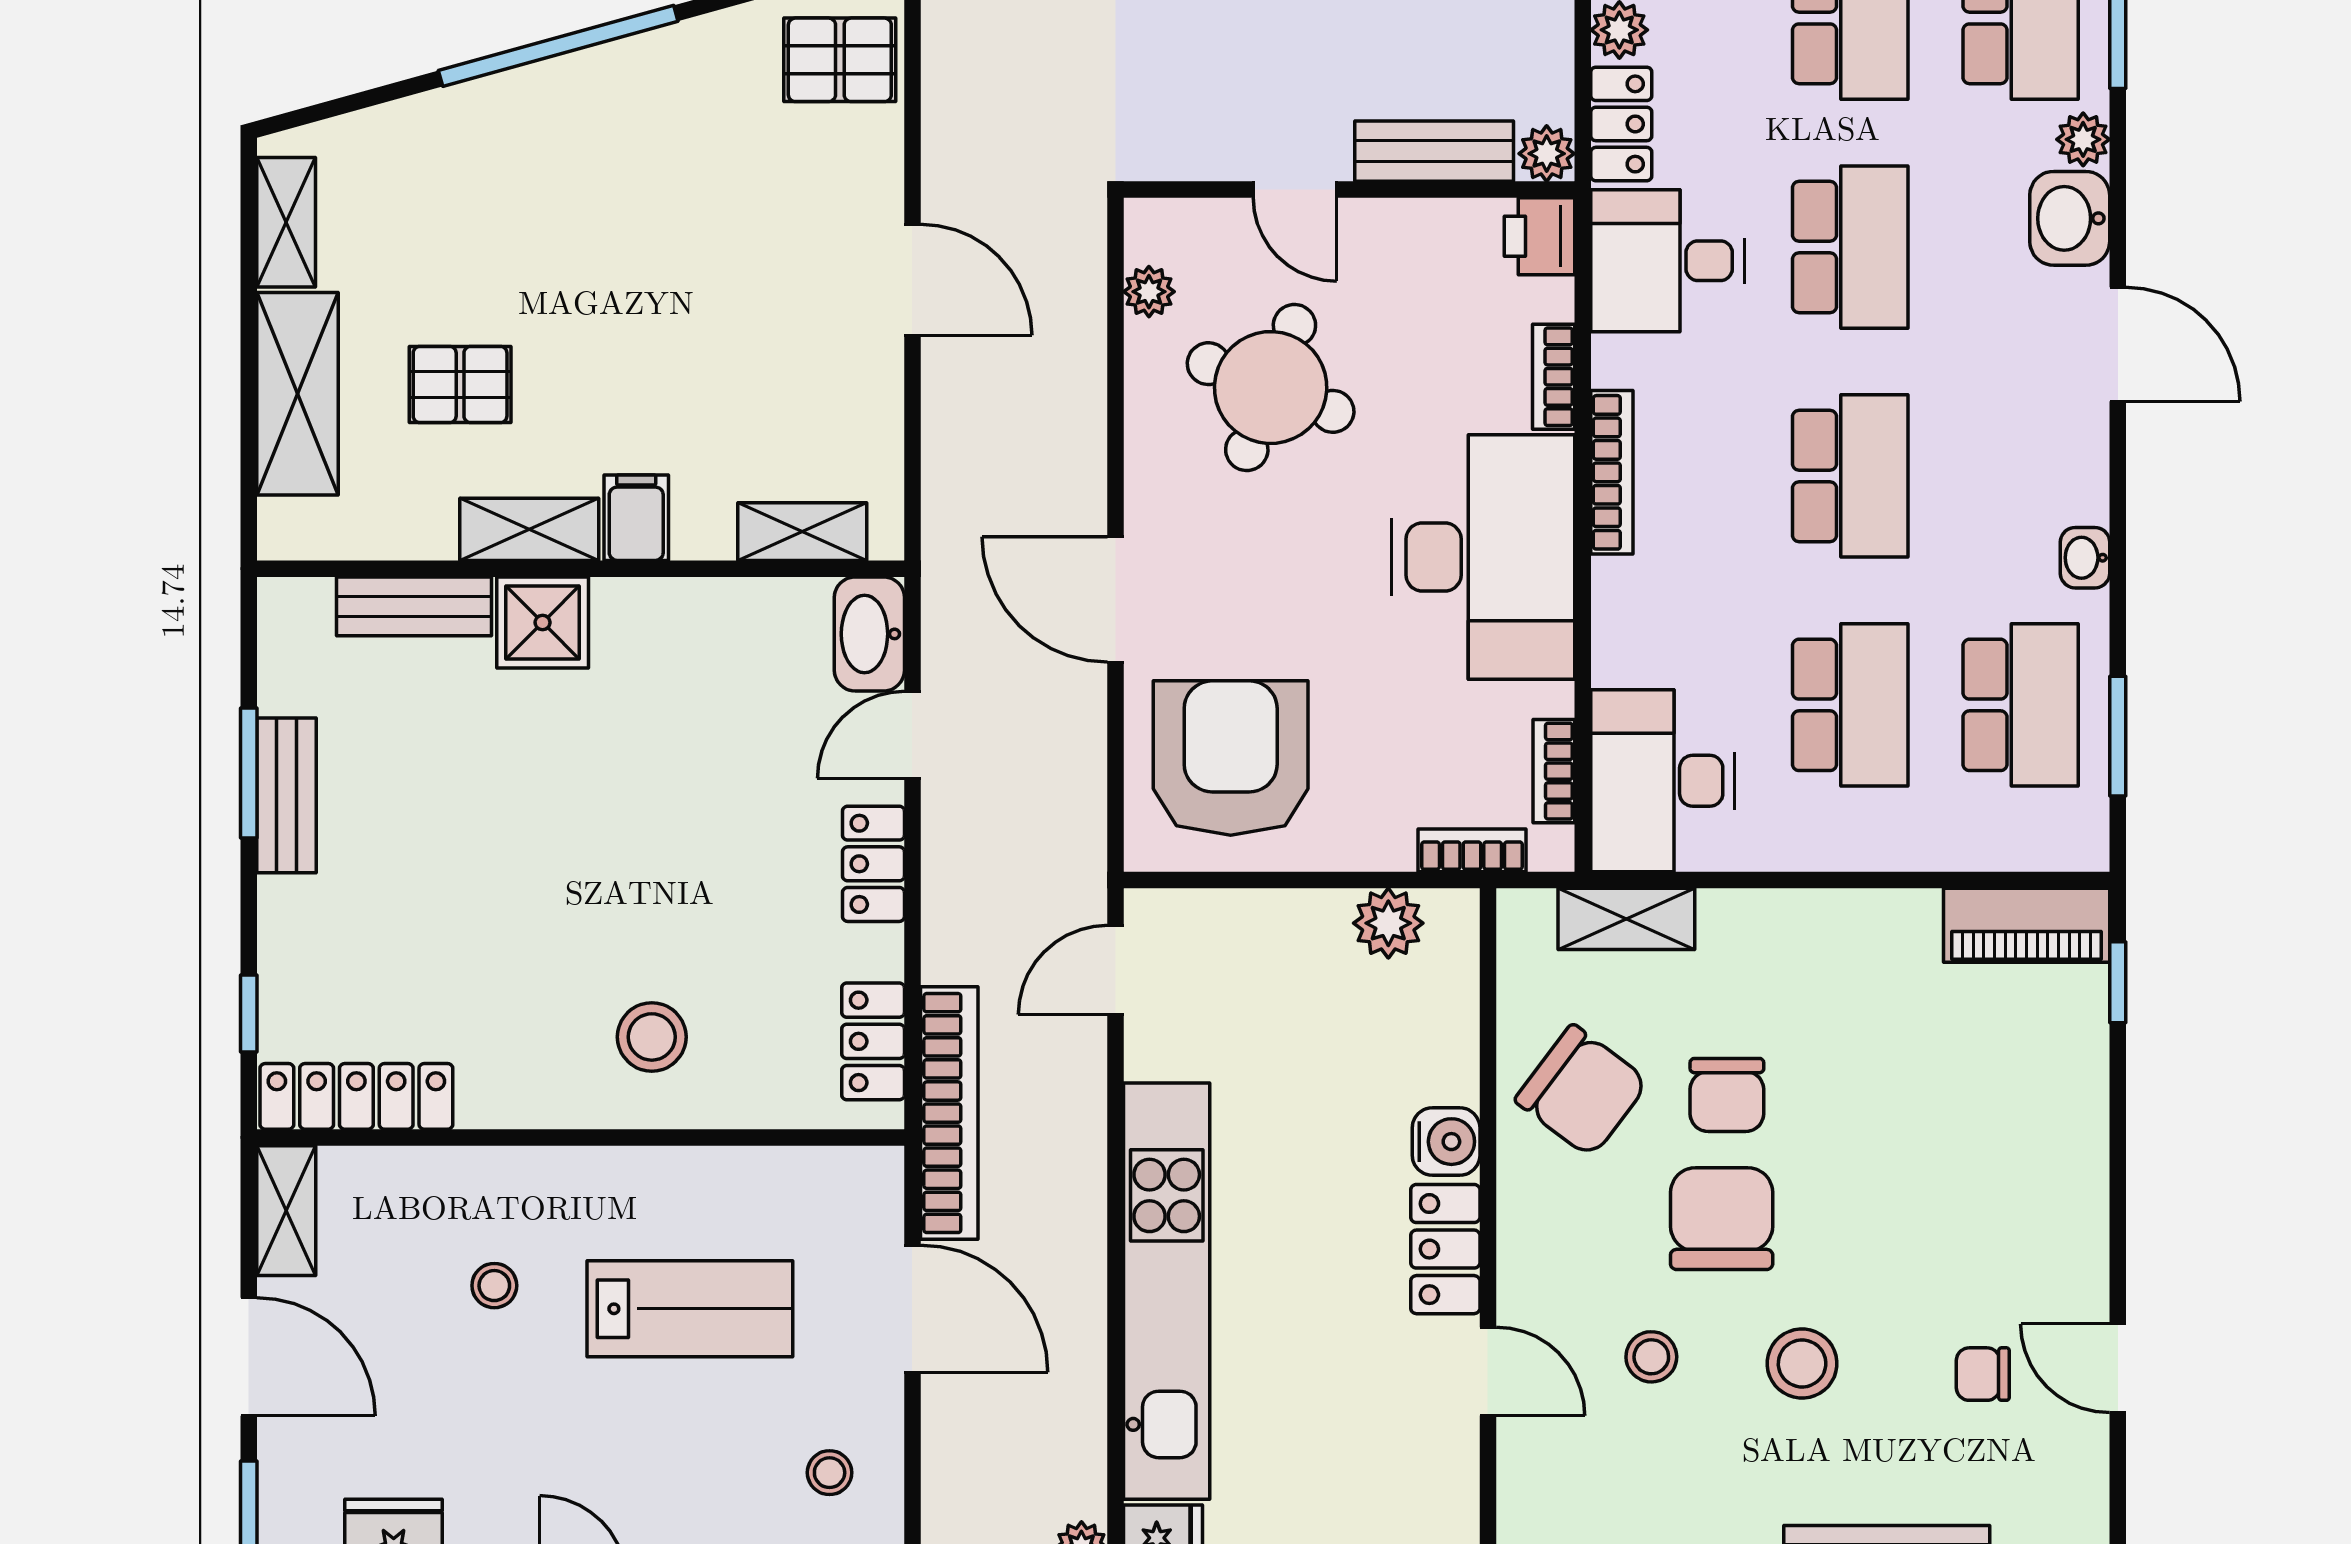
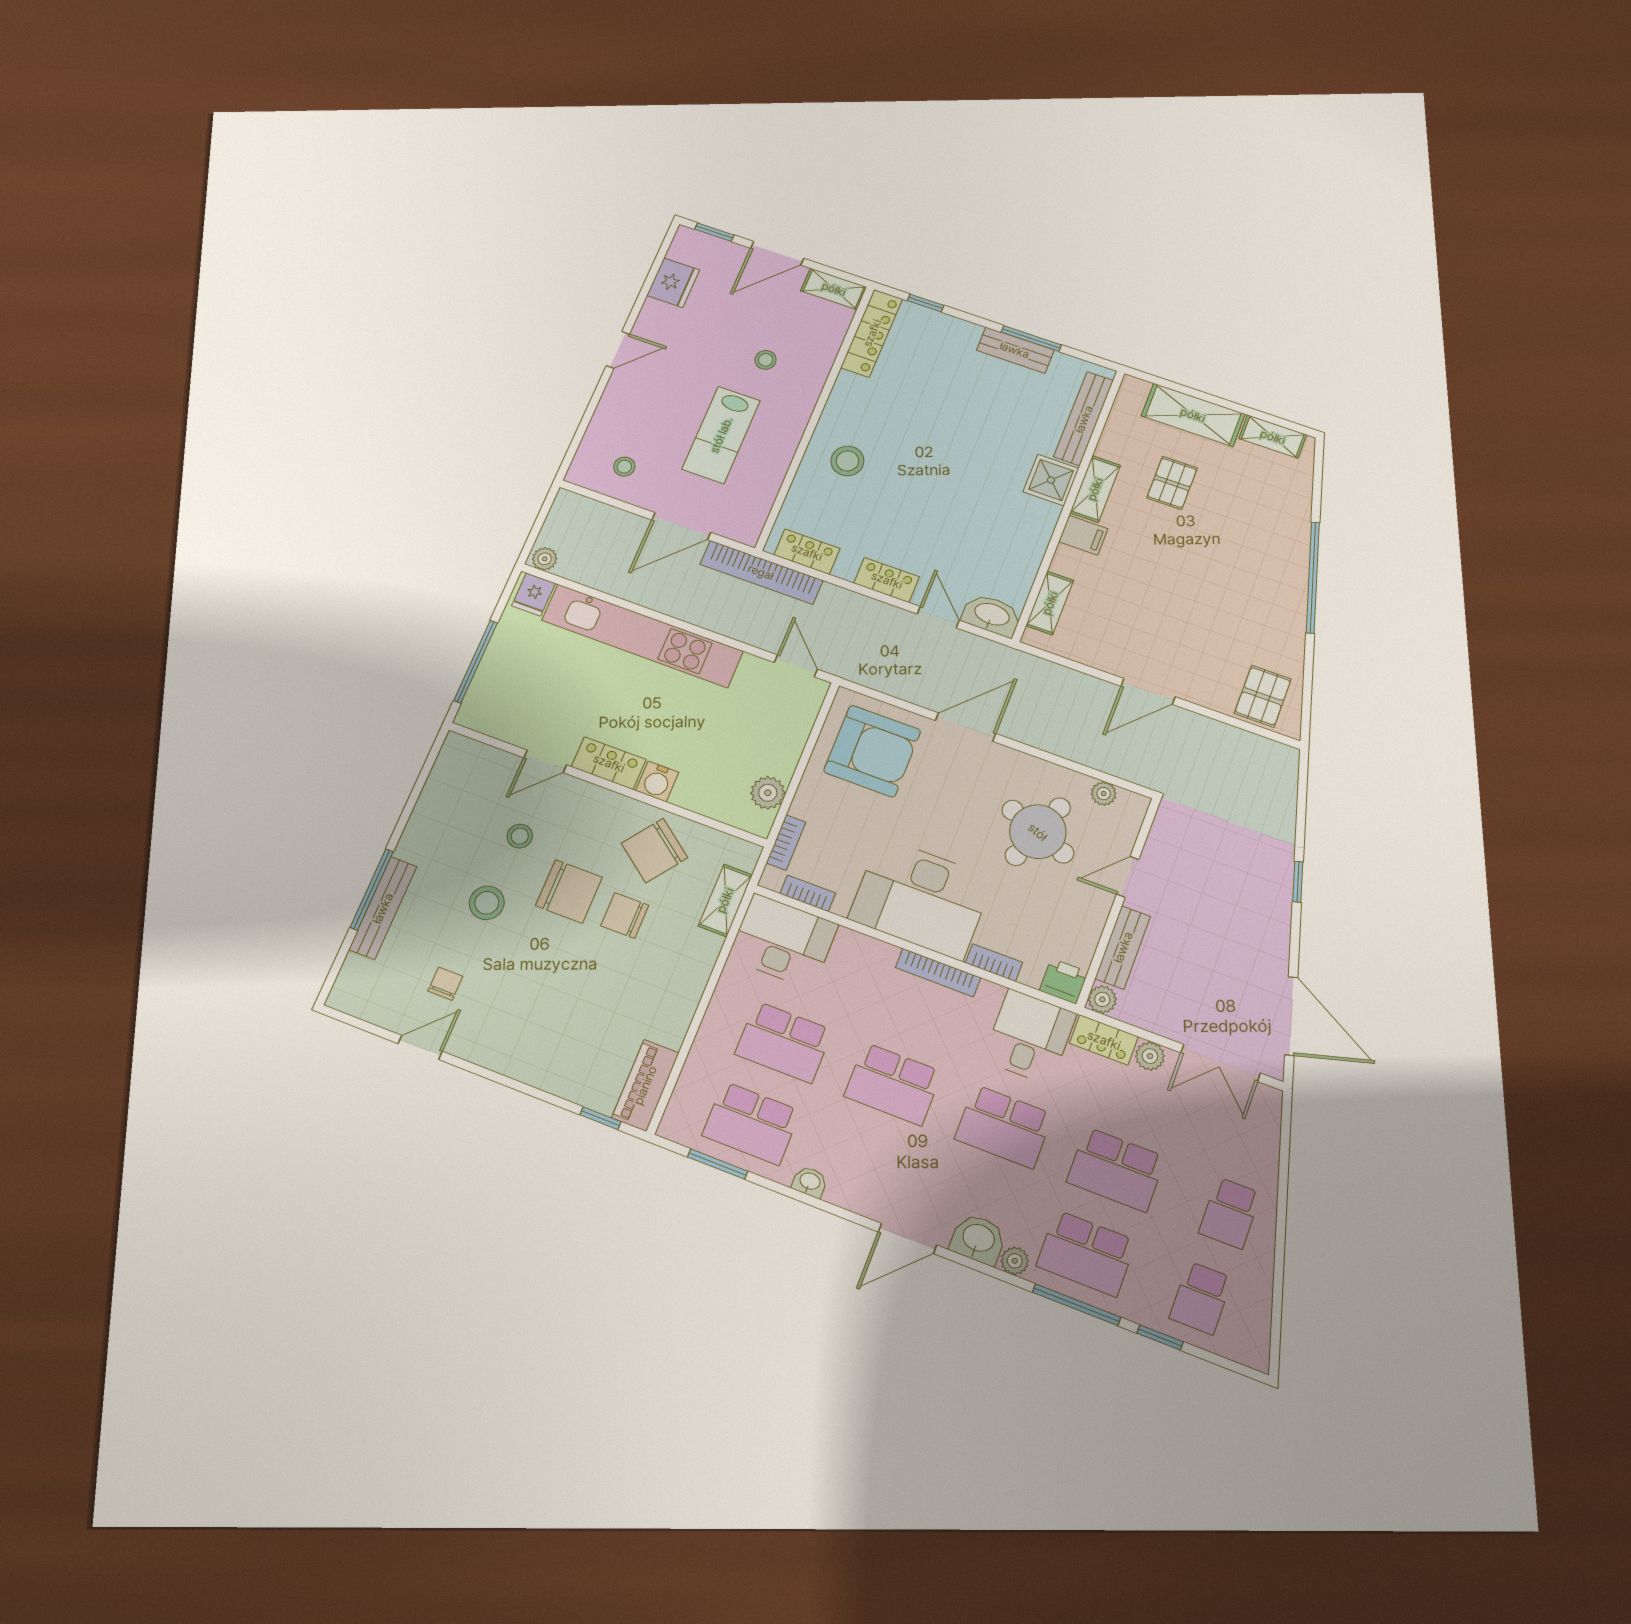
bench: (414, 606) -> (1084, 419), width x1.36

